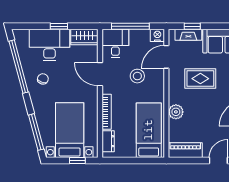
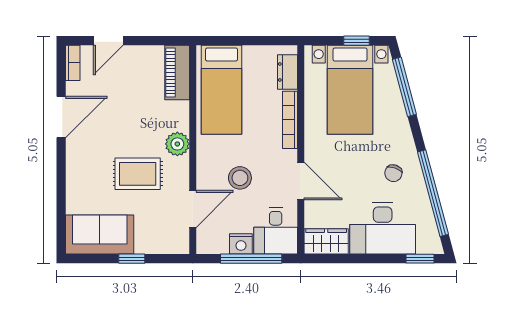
window: (59, 26) -> (420, 259), moved
window: (192, 26) -> (132, 259), moved
nightstand: (157, 35) -> (241, 244), moved
fireplace: (188, 35) -> (157, 245), removed
plant: (176, 112) -> (177, 144), moved
piano: (185, 150) -> (177, 73), moved, turned 90
window: (77, 160) -> (356, 41), moved

